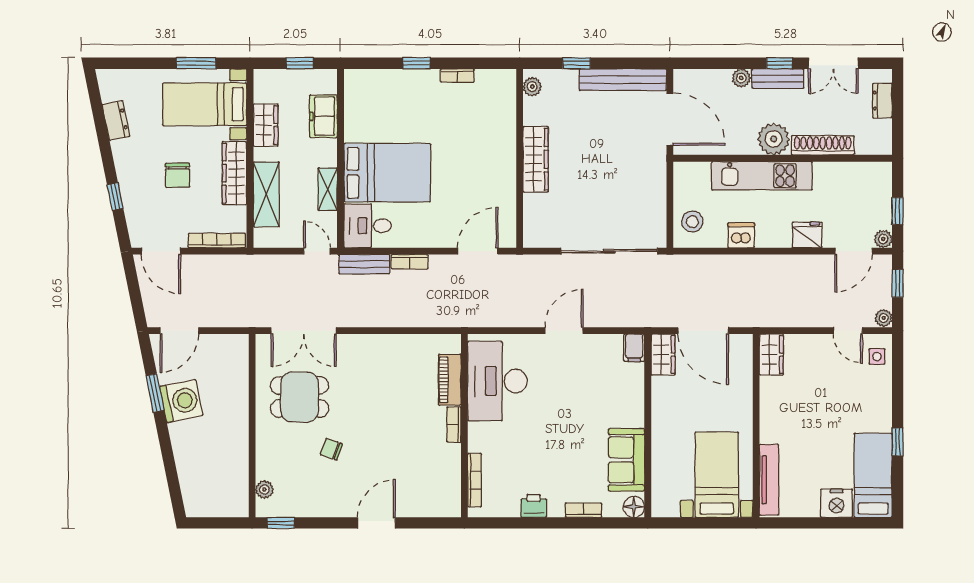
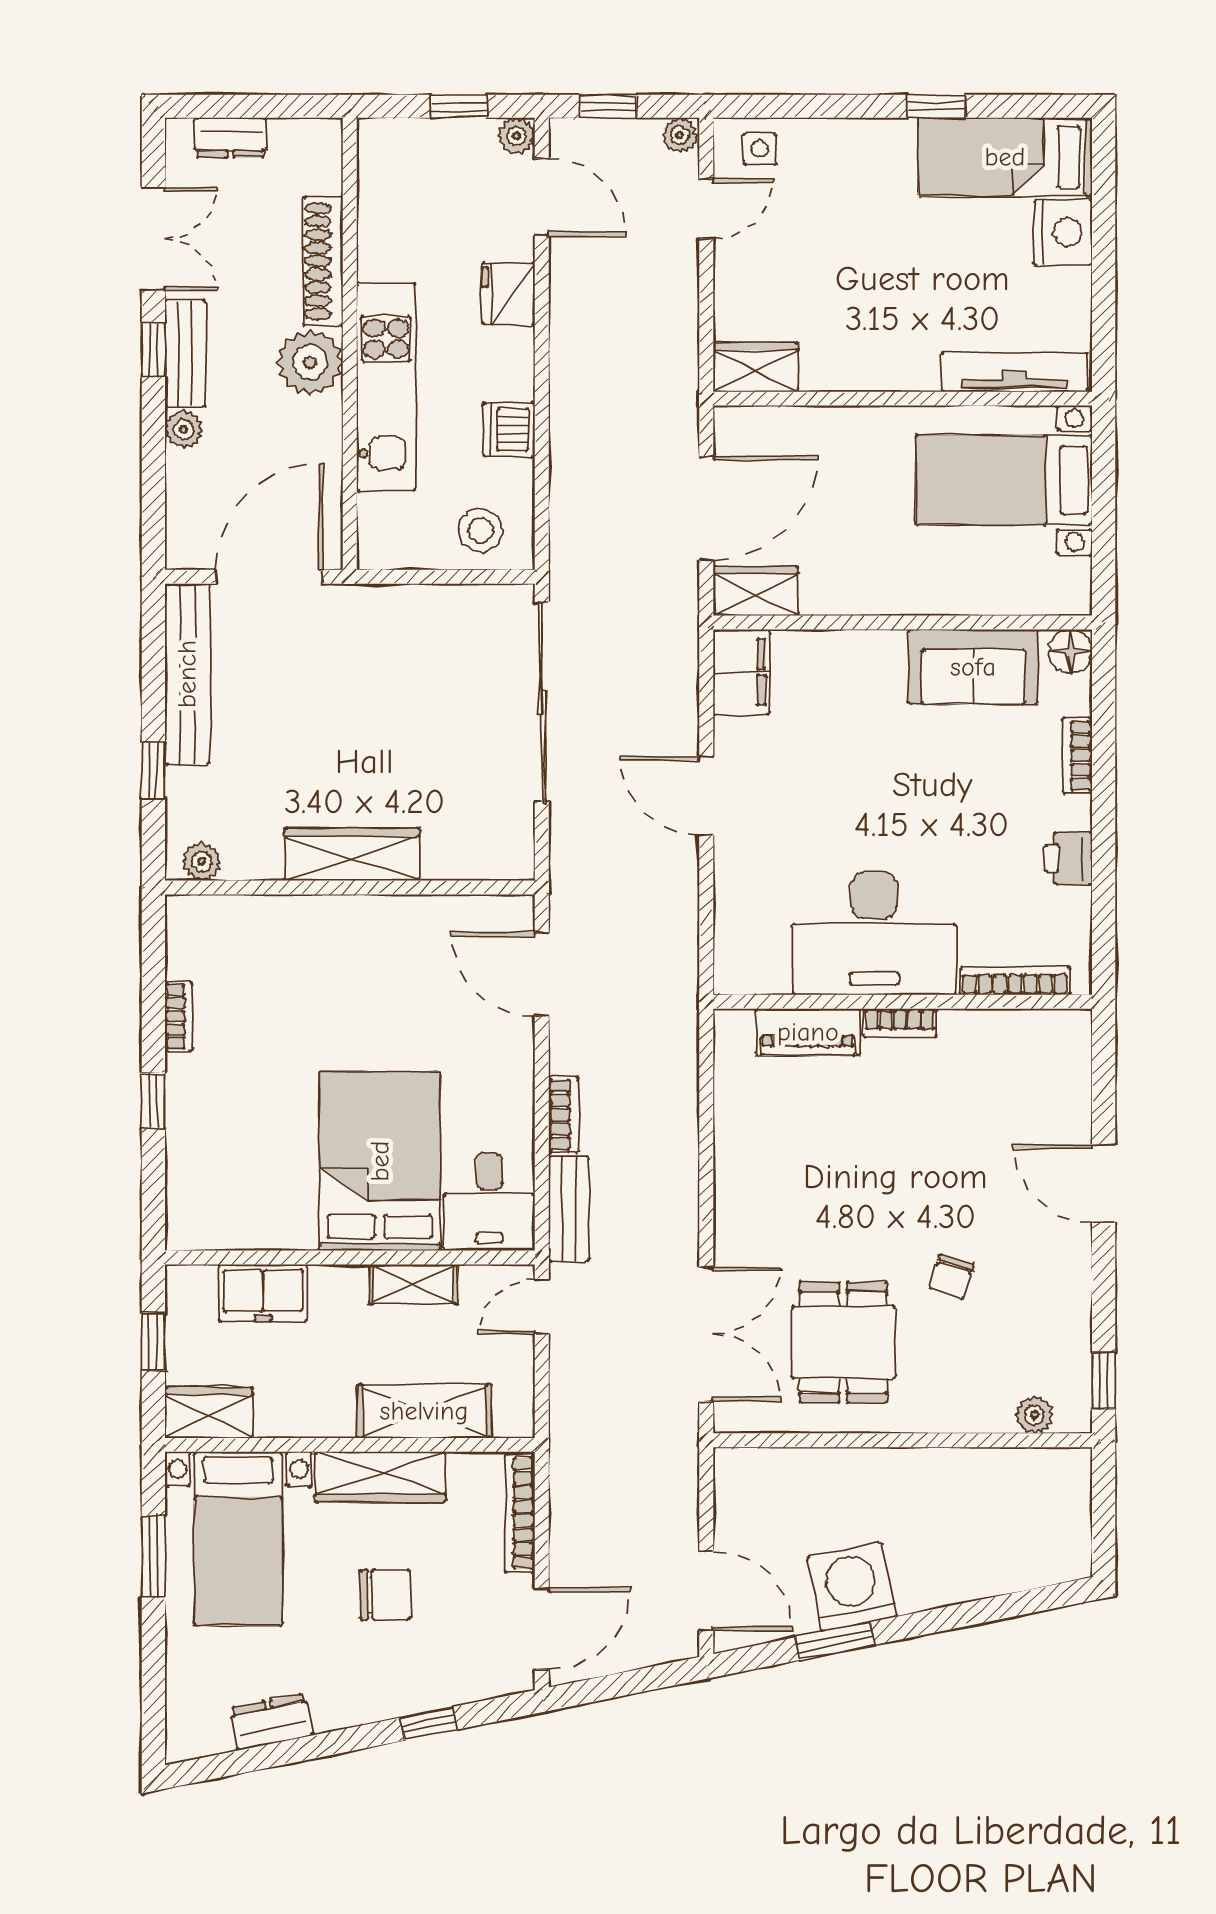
wardrobe: (266, 125) -> (209, 1413), moved
filing cabinet: (634, 348) -> (741, 672), width x2.00
desk: (497, 381) -> (874, 933), moved

